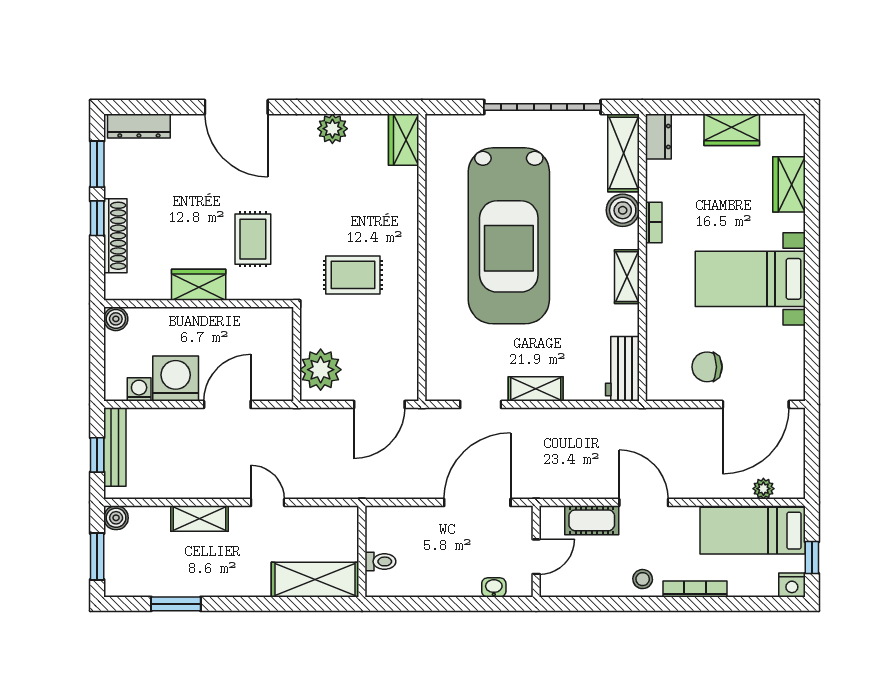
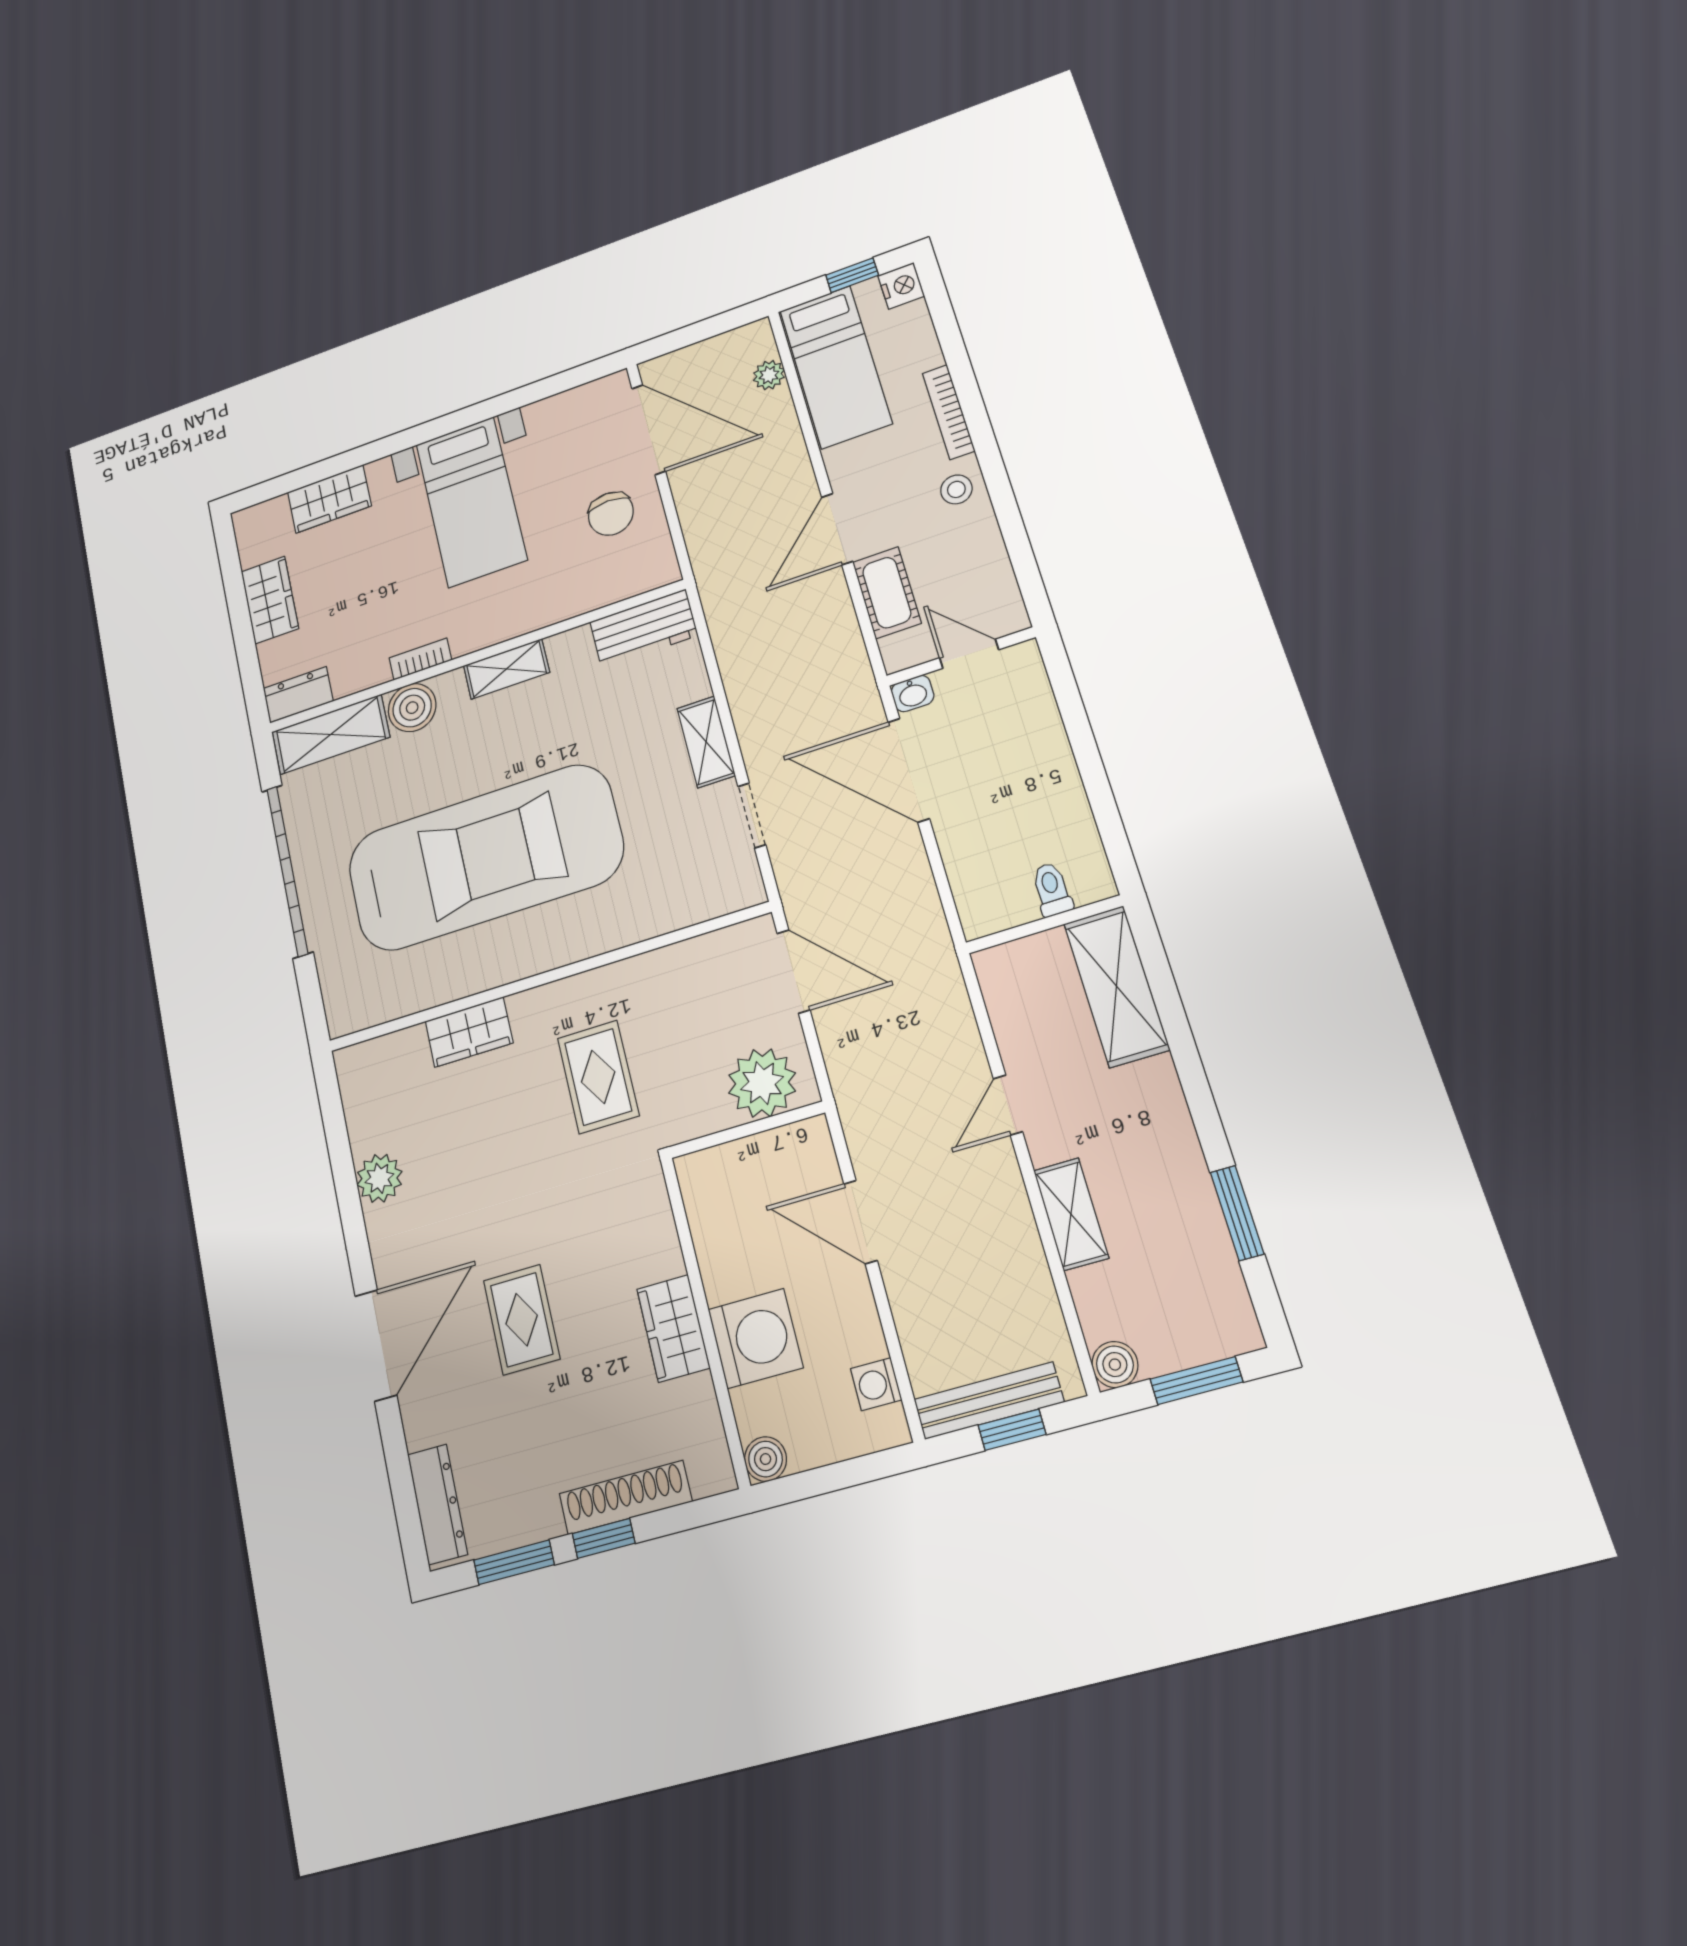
wardrobe: (404, 140) -> (469, 1032), moved
rug: (253, 239) -> (522, 1320), moved, turned 90
washing machine: (176, 378) -> (755, 1338), moved, turned 180
washbasin: (494, 587) -> (913, 694), moved, turned -90

